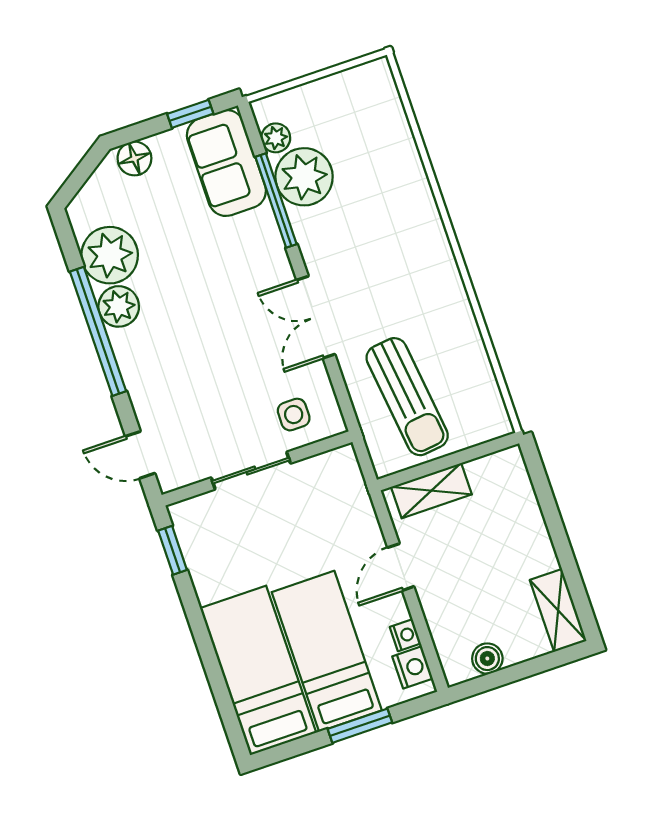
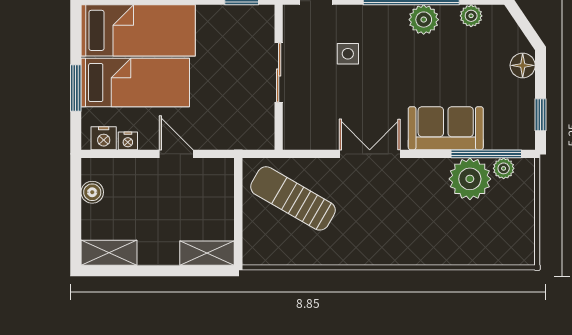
sofa: (226, 163) -> (446, 128), moved
window: (276, 200) -> (486, 154), moved
plant: (110, 255) -> (471, 16), width x0.53, depth x0.53
sun lounger: (407, 397) -> (293, 198), turned 37
side table: (294, 415) -> (348, 54), moved
shelving: (431, 491) -> (207, 253), moved, turned 90

